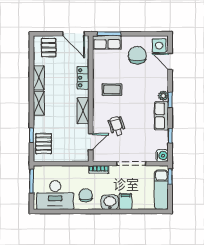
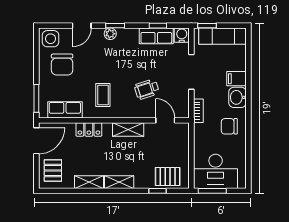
row of seats: (107, 42) -> (65, 110), moved, turned -90
pallet: (49, 48) -> (53, 170), turned 90
chair: (137, 55) -> (62, 65), turned -90
door: (170, 61) -> (82, 26), moved
row of seats: (161, 116) -> (156, 36), moved
desk: (55, 195) -> (216, 171), moved, turned 90

